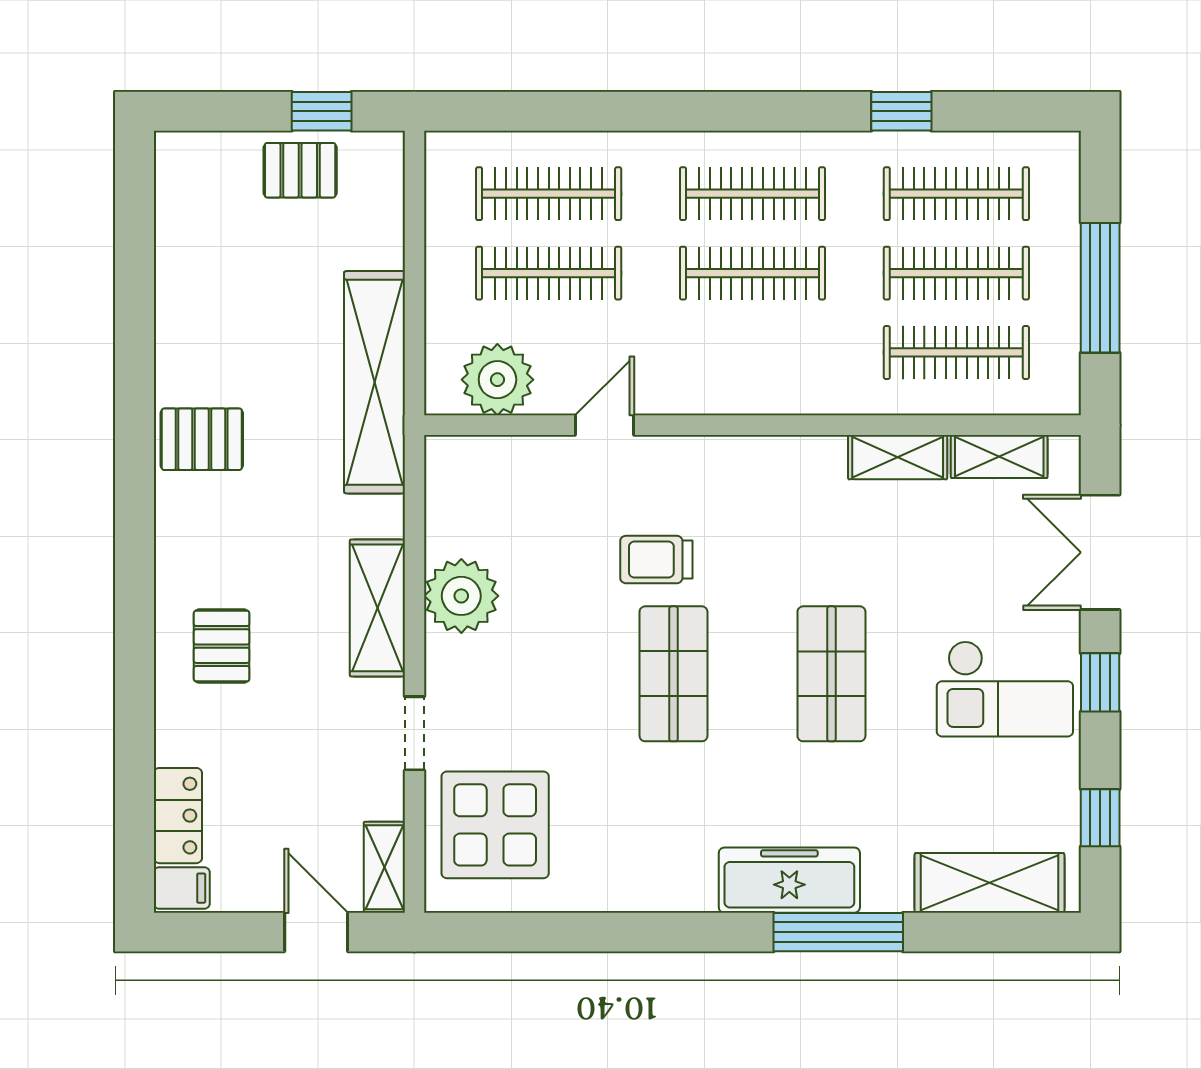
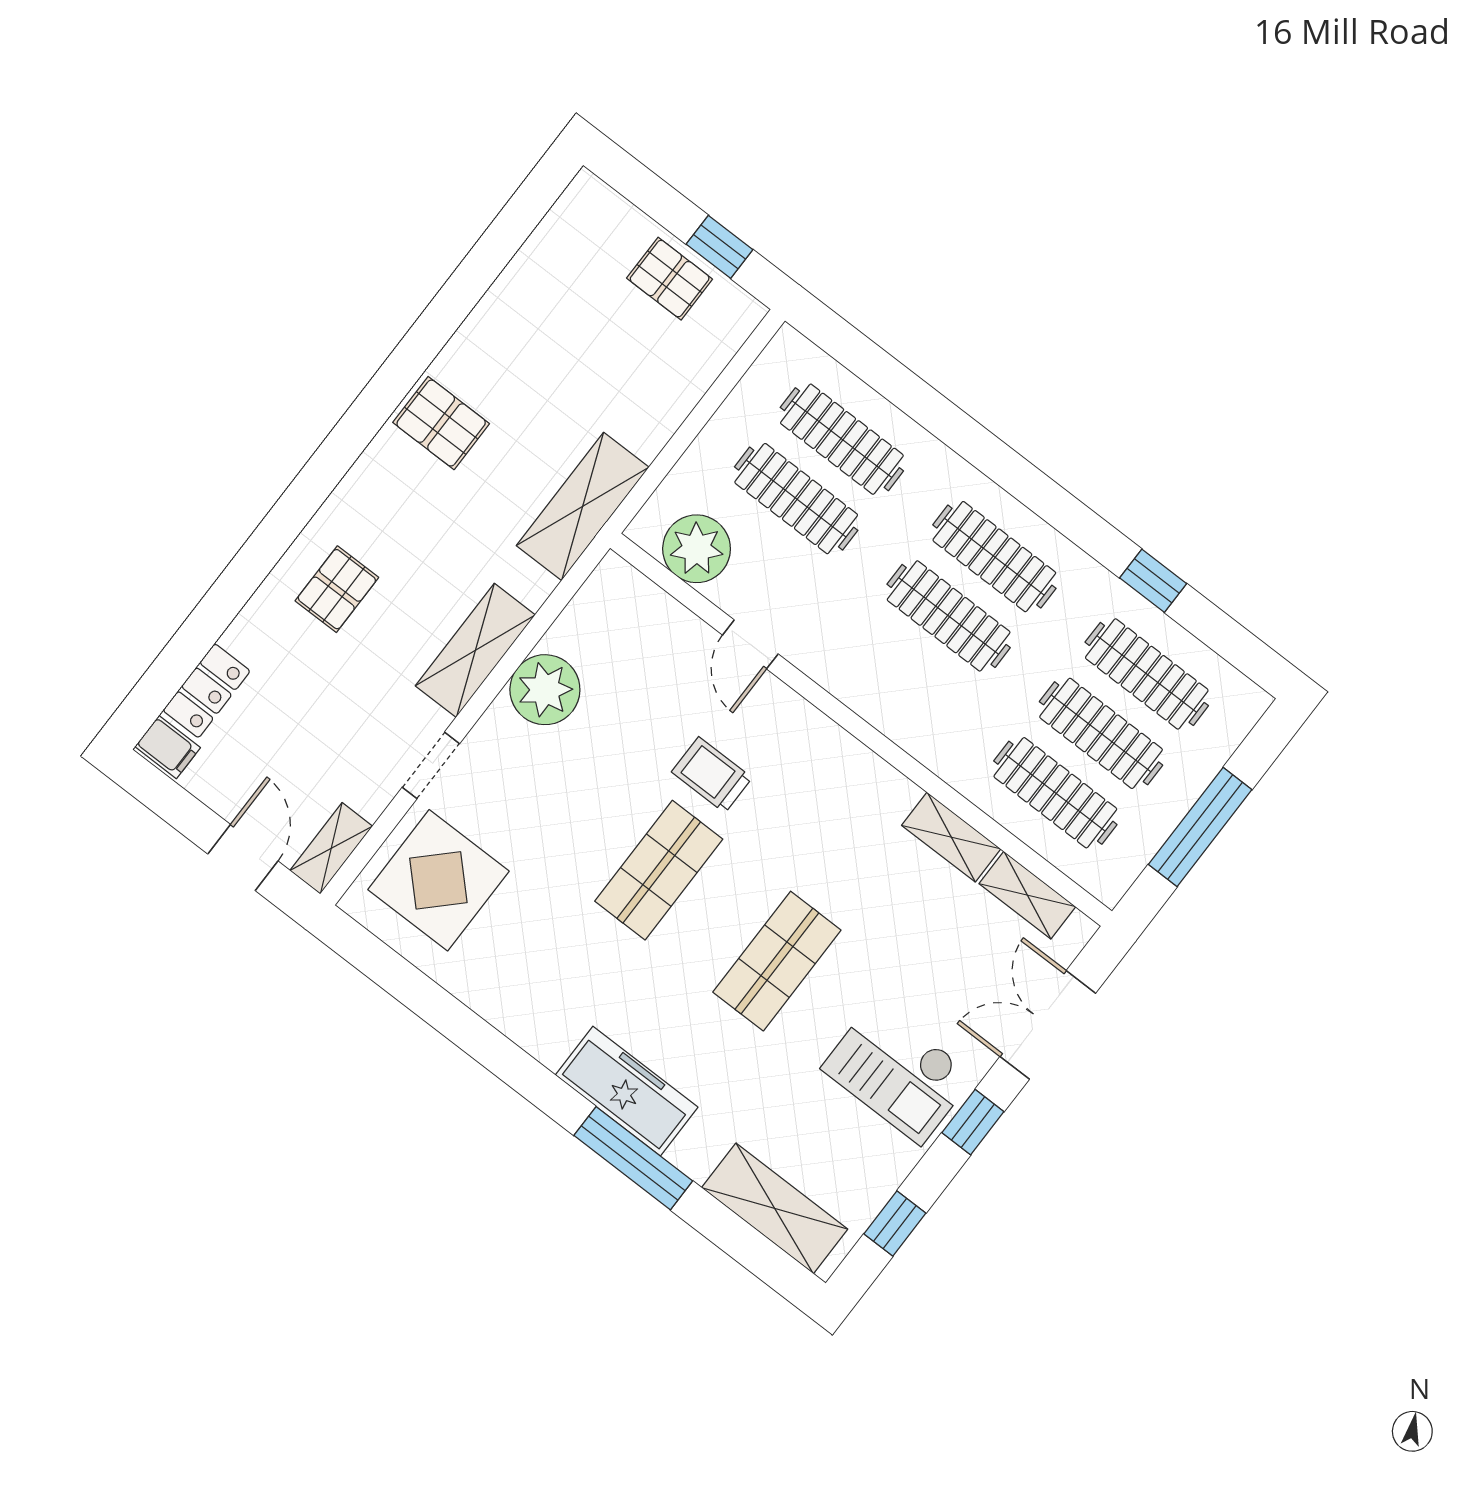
shelving: (374, 382) -> (583, 506), width x0.68
door: (604, 425) -> (750, 644), swing flipped

